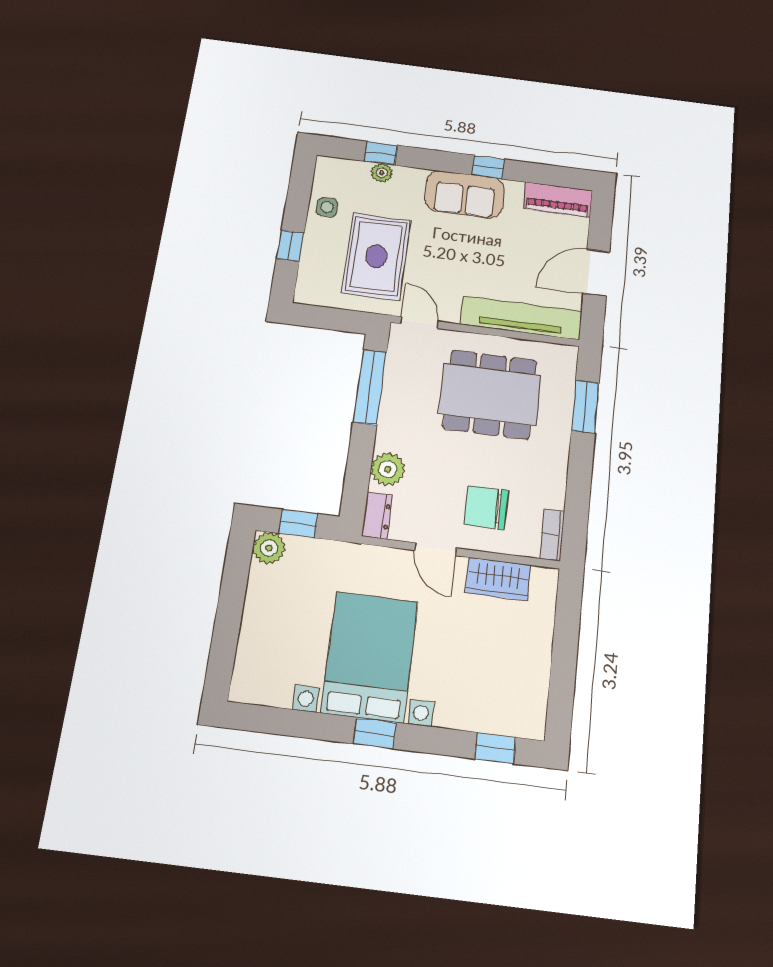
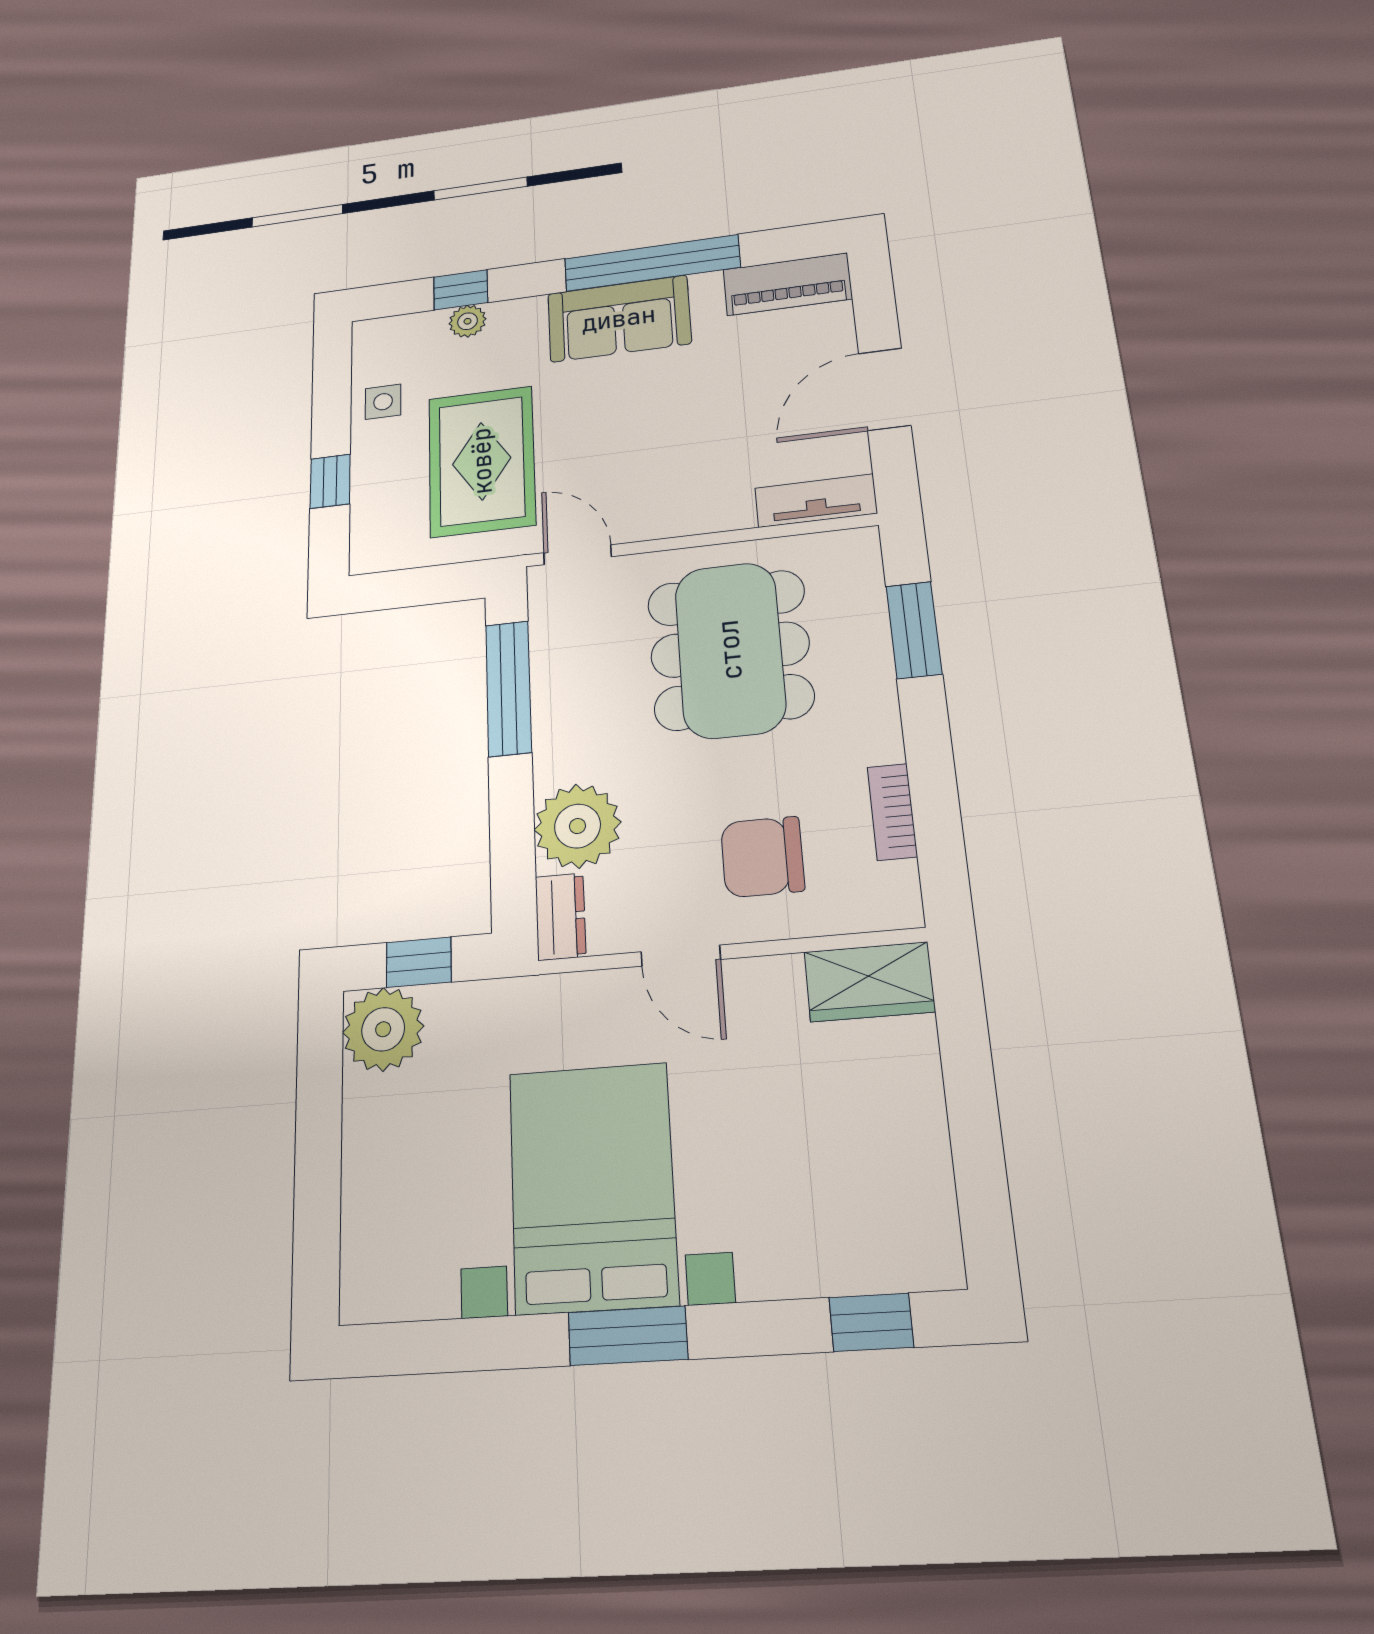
window: (488, 167) -> (652, 263), width x3.17
tv unit: (521, 318) -> (816, 501), width x0.52, depth x0.78
dining table: (490, 394) -> (730, 650), turned 90
plant: (388, 469) -> (578, 826), width x1.36, depth x1.36
bookcase: (552, 535) -> (892, 812), moved
plant: (269, 548) -> (383, 1029), width x1.36, depth x1.36
wardrobe: (498, 579) -> (869, 982), moved
window: (375, 733) -> (628, 1336), width x1.50

